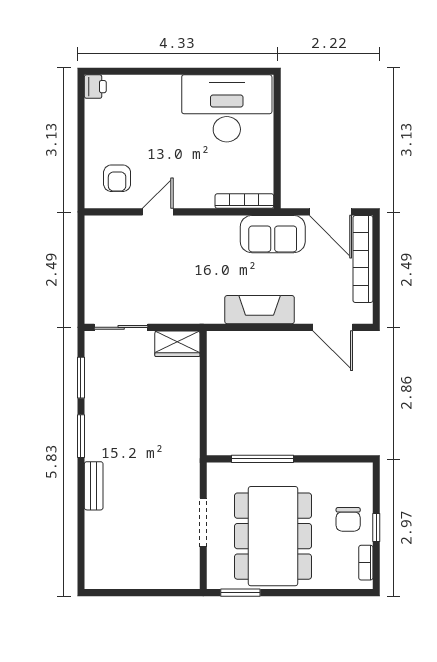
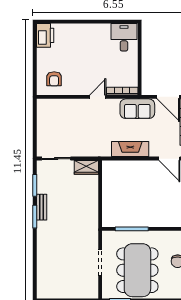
printer: (95, 87) -> (45, 35), width x1.87, depth x1.48
desk: (227, 108) -> (124, 37), width x0.53, depth x0.77
door: (158, 212) -> (98, 97), moved
bench: (94, 486) -> (42, 207), moved

